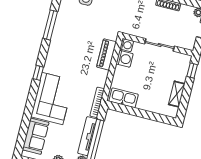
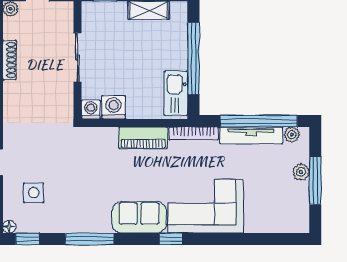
piano: (106, 54) -> (143, 138), moved
window: (141, 113) -> (193, 59), added
sofa: (36, 136) -> (139, 217), moved

